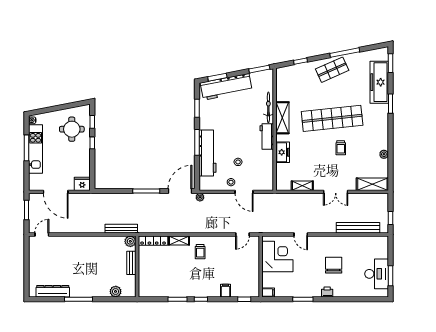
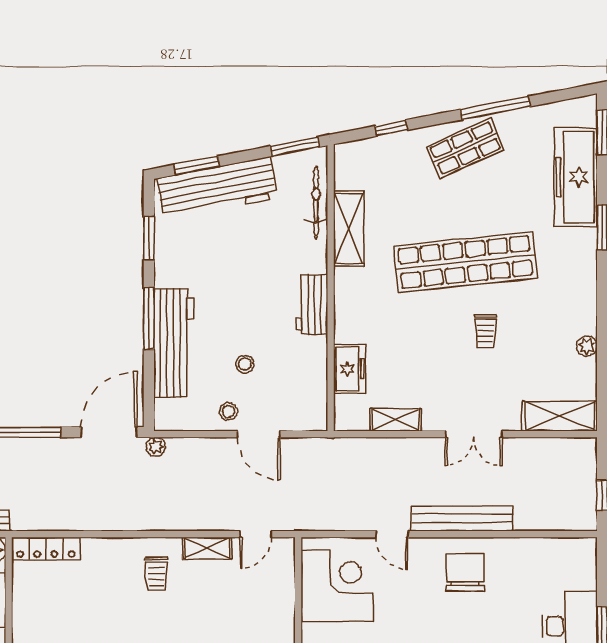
bicycle: (268, 107) -> (316, 203), moved
shelving: (282, 118) -> (349, 229), moved
freezer: (283, 152) -> (349, 369), moved
bench: (358, 228) -> (462, 518), moved
shelving: (179, 240) -> (207, 548), moved
chair: (334, 265) -> (465, 572), moved

